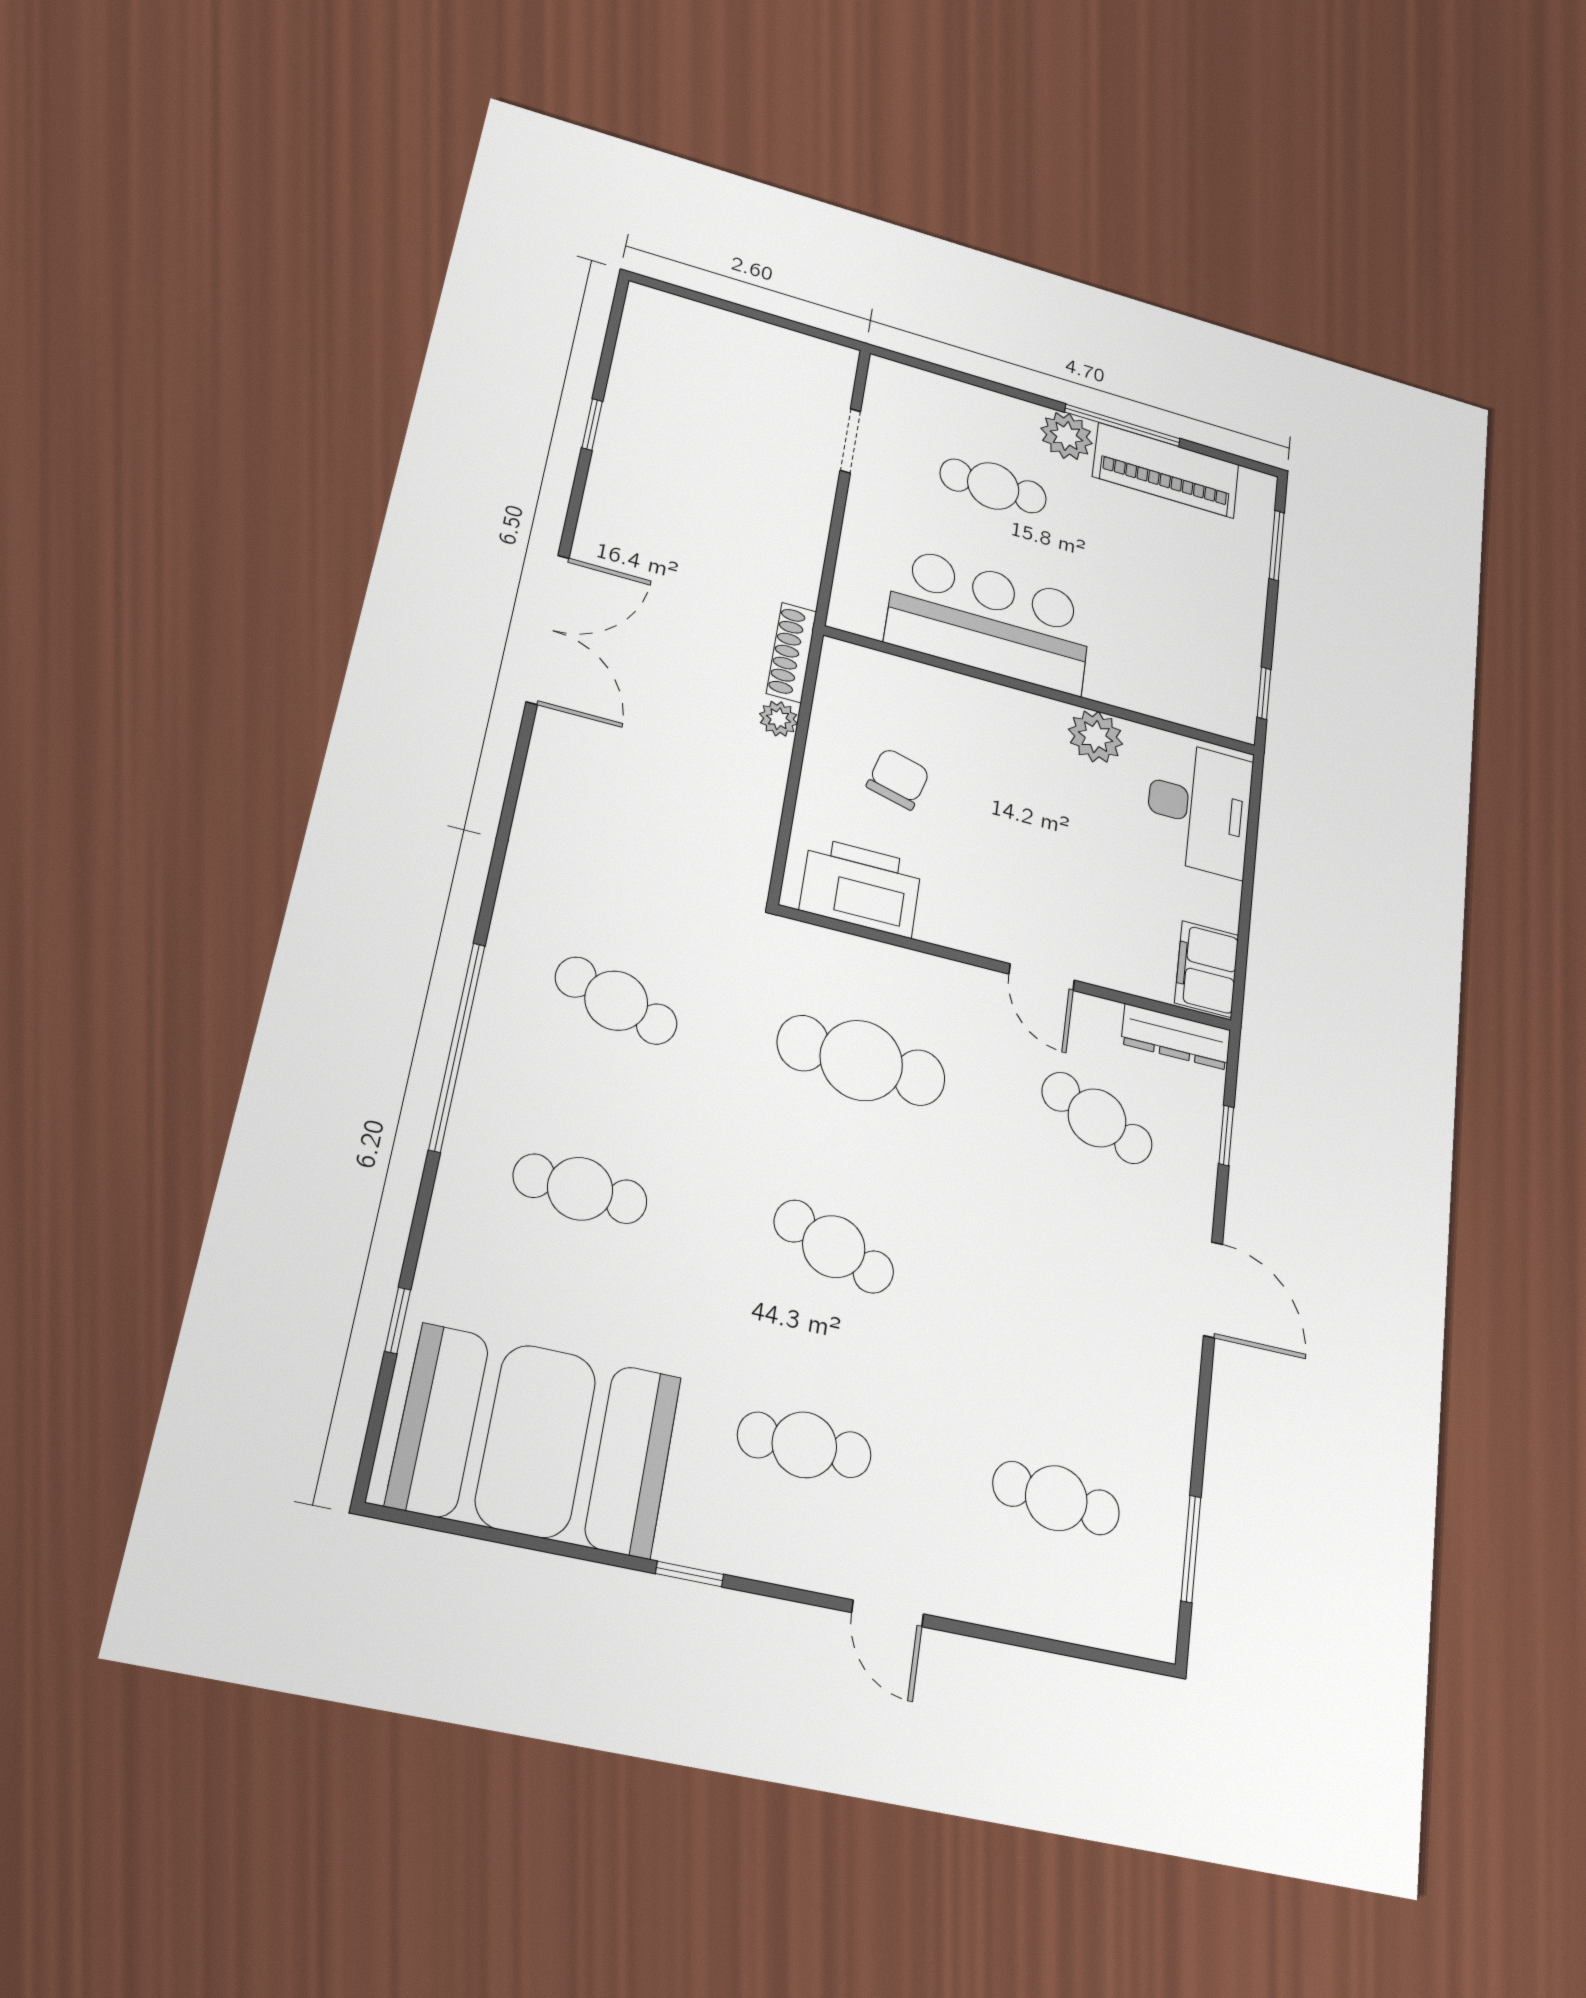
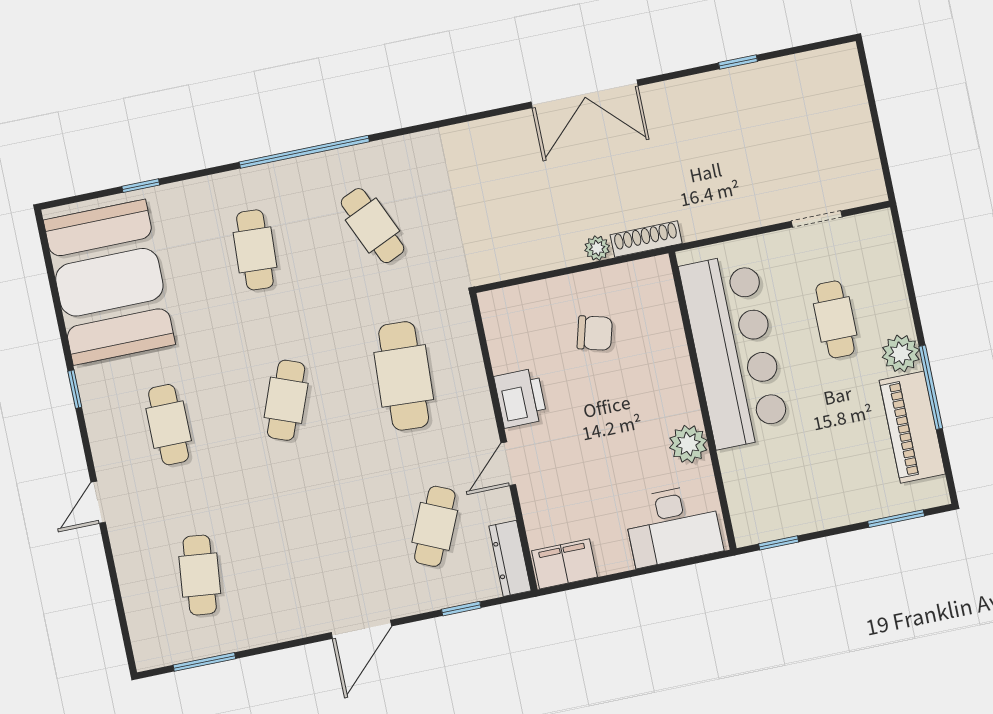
bar counter: (989, 621) -> (735, 351), width x1.36
printer: (861, 887) -> (521, 398), moved, width x0.73, depth x0.84
cafe table: (616, 1001) -> (373, 226), turned -42

